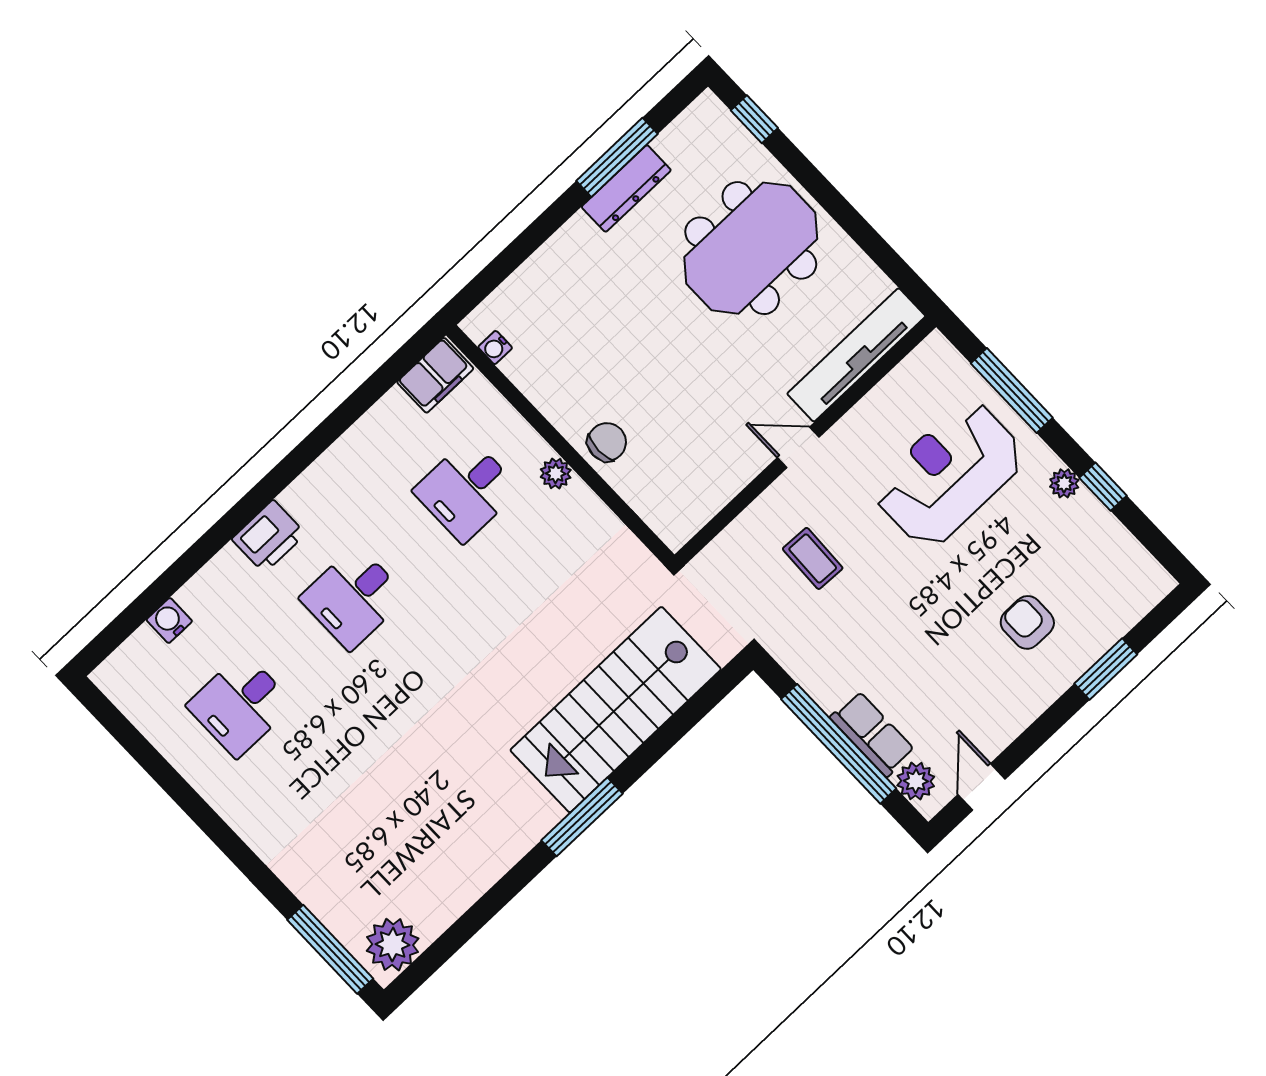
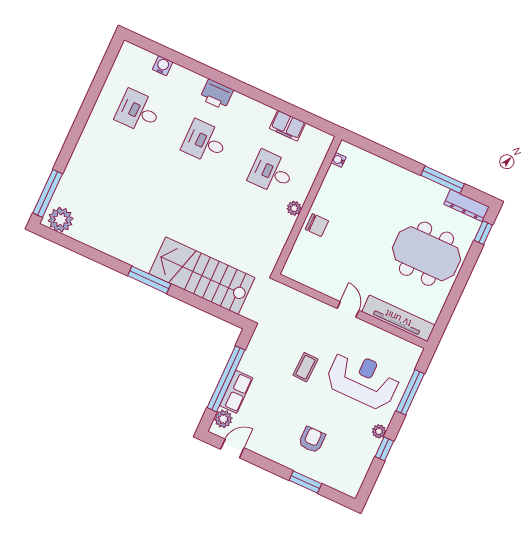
dresser: (626, 188) -> (466, 205), moved
filing cabinet: (435, 375) -> (288, 126), moved
coffee table: (813, 558) -> (305, 367), moved

